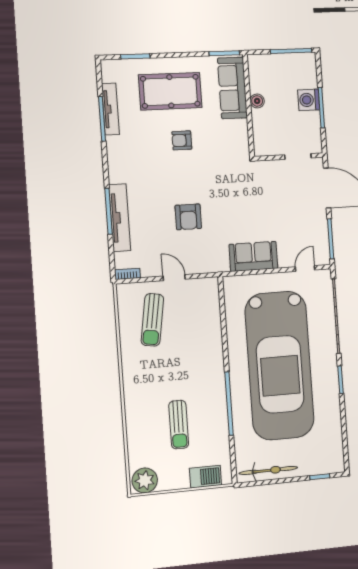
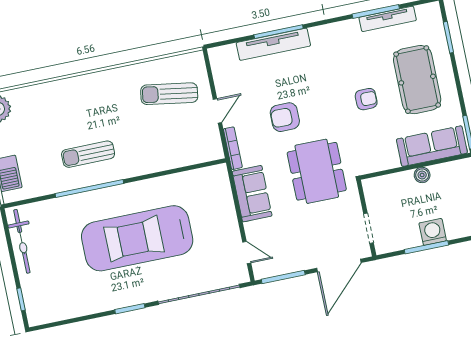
armchair: (182, 140) -> (366, 99), turned 90
dining table: (241, 195) -> (317, 171), added
bookcase: (127, 274) -> (233, 148), moved, width x1.56
car: (280, 366) -> (137, 238), width x0.73, depth x0.67
sun lounger: (179, 425) -> (88, 154), moved

